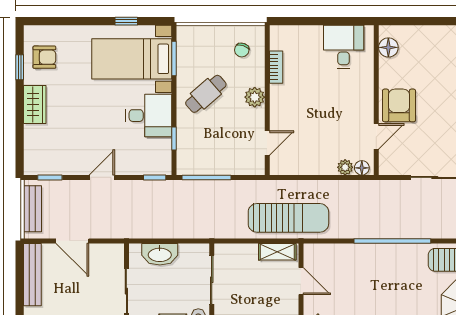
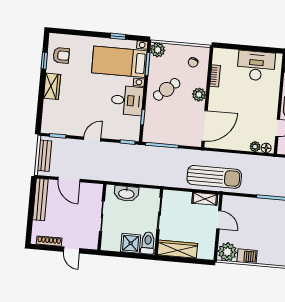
plant: (187, 36) -> (158, 50), added
desk: (344, 47) -> (256, 66), width x1.37
door: (267, 143) -> (205, 126), width x1.87

